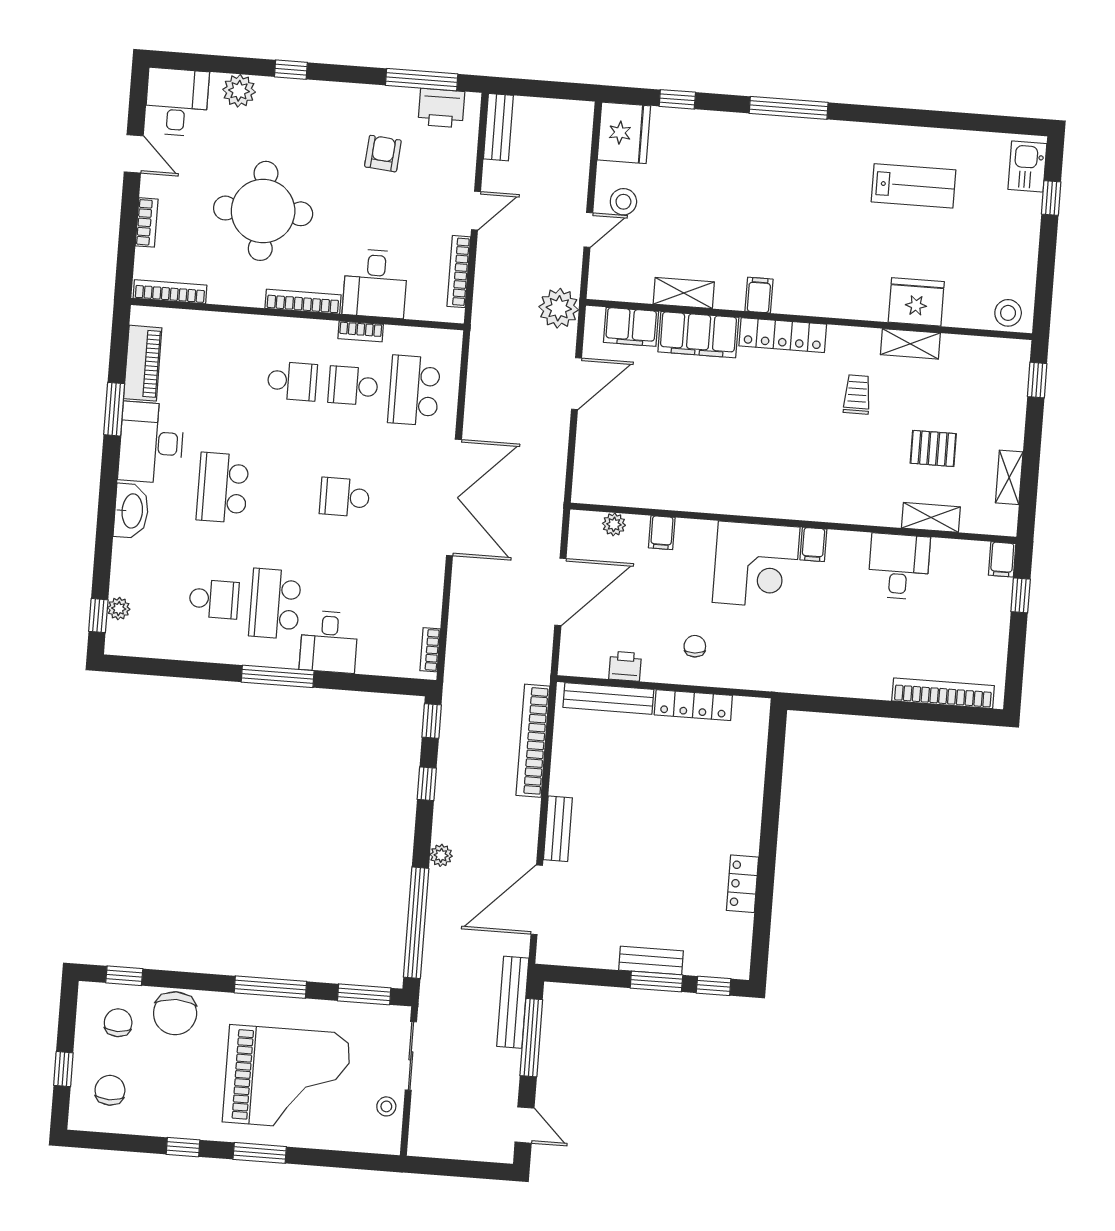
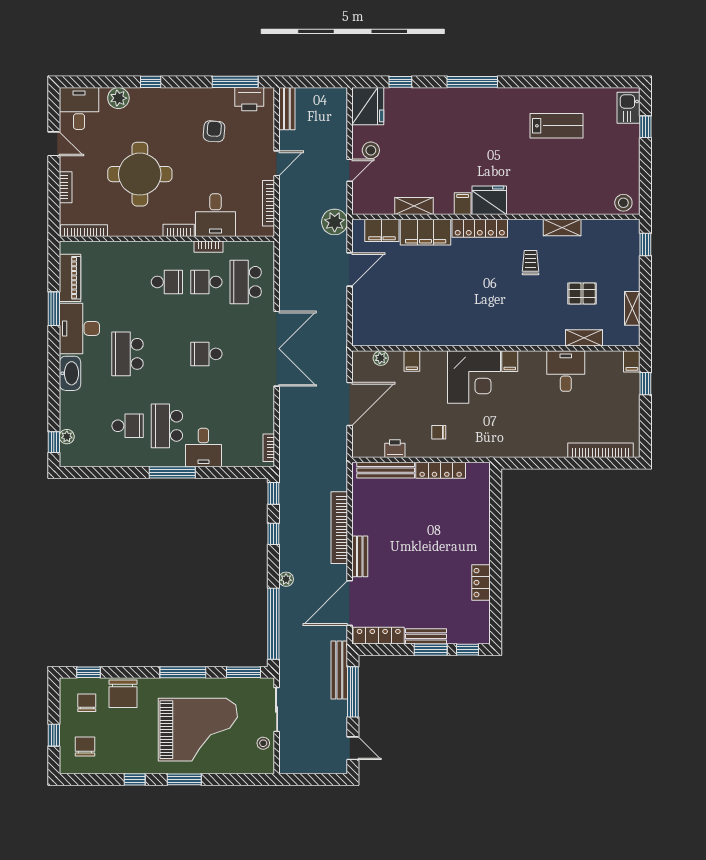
bookcase: (303, 302) -> (179, 230), width x0.64
fridge: (916, 302) -> (489, 200), moved
chair: (695, 646) -> (439, 432), turned -86
bookcase: (533, 741) -> (339, 528), moved
locker: (578, 954) -> (379, 636), added

